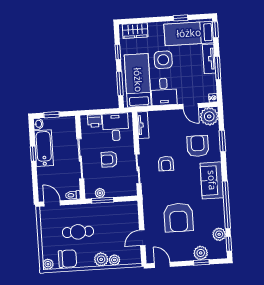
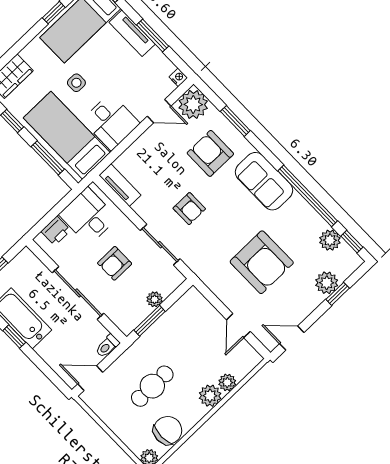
side table: (163, 60) -> (76, 83), width x0.54, depth x0.54
plant: (100, 193) -> (155, 299), moved

